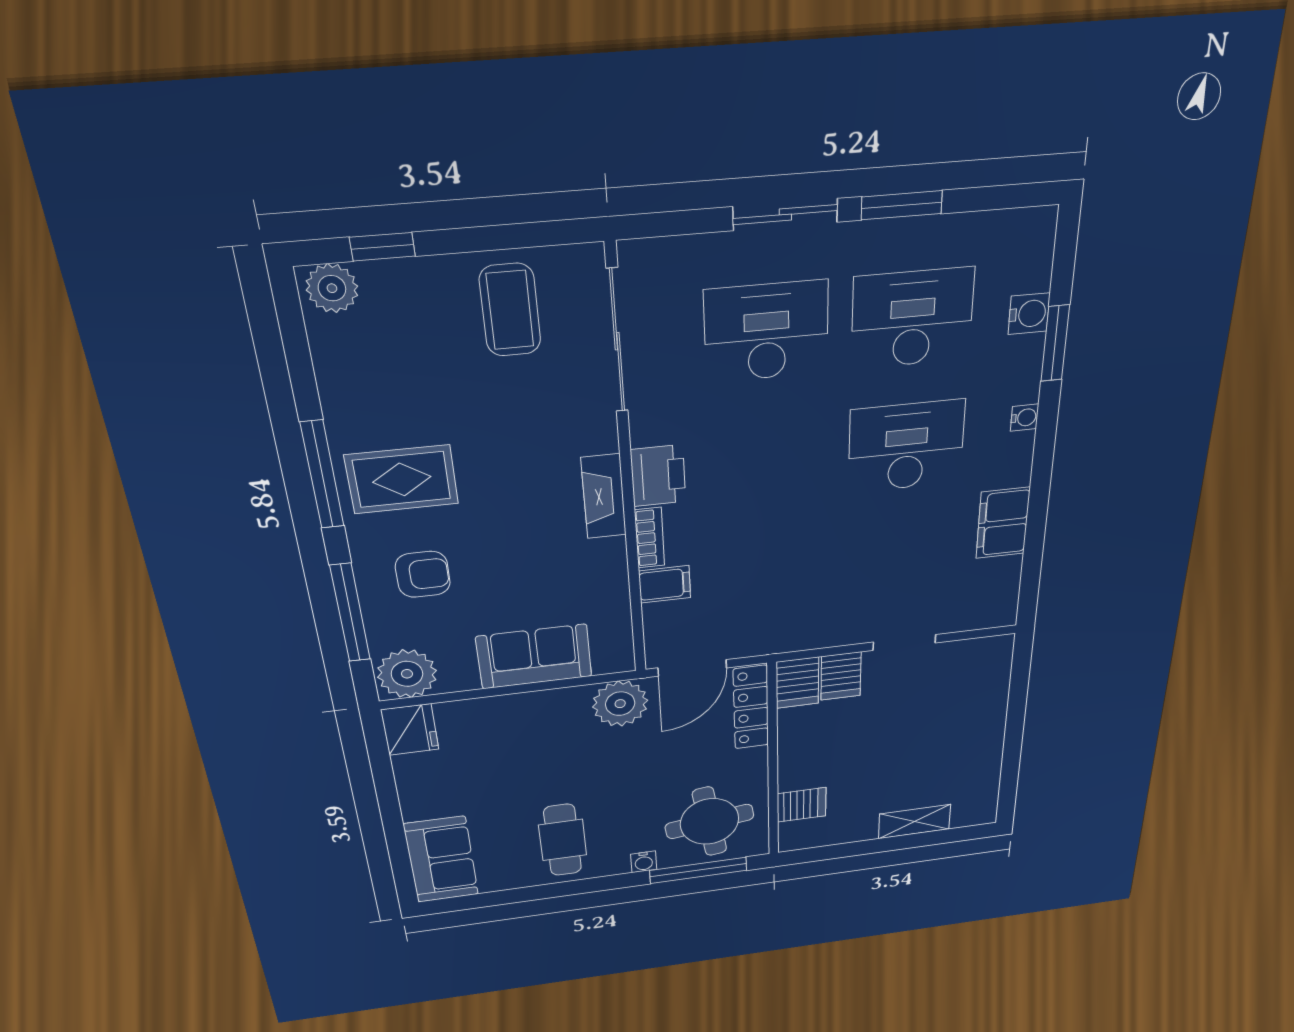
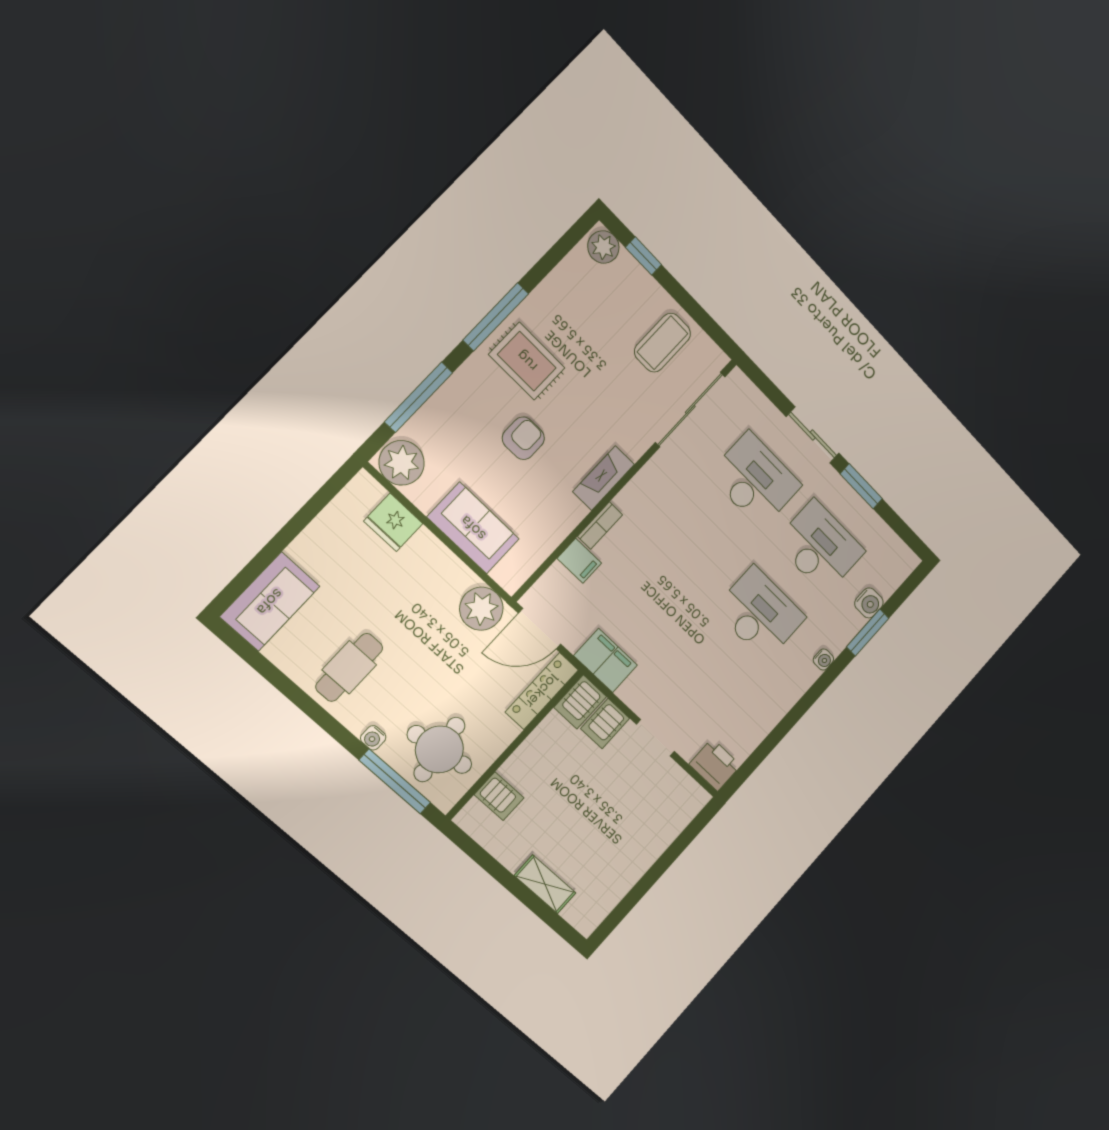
printer: (658, 476) -> (715, 765), moved, turned -90
filing cabinet: (1003, 523) -> (606, 660), moved, turned 90
armchair: (423, 574) -> (523, 438), moved, turned -90
fridge: (410, 730) -> (393, 522), moved, turned 90

